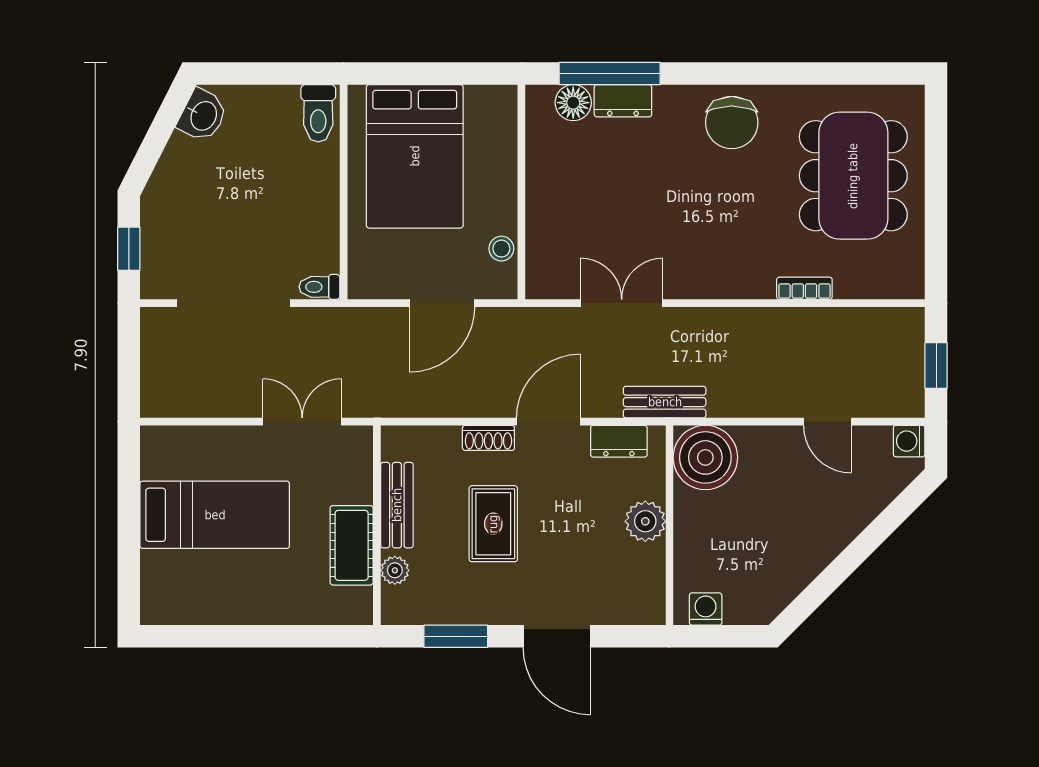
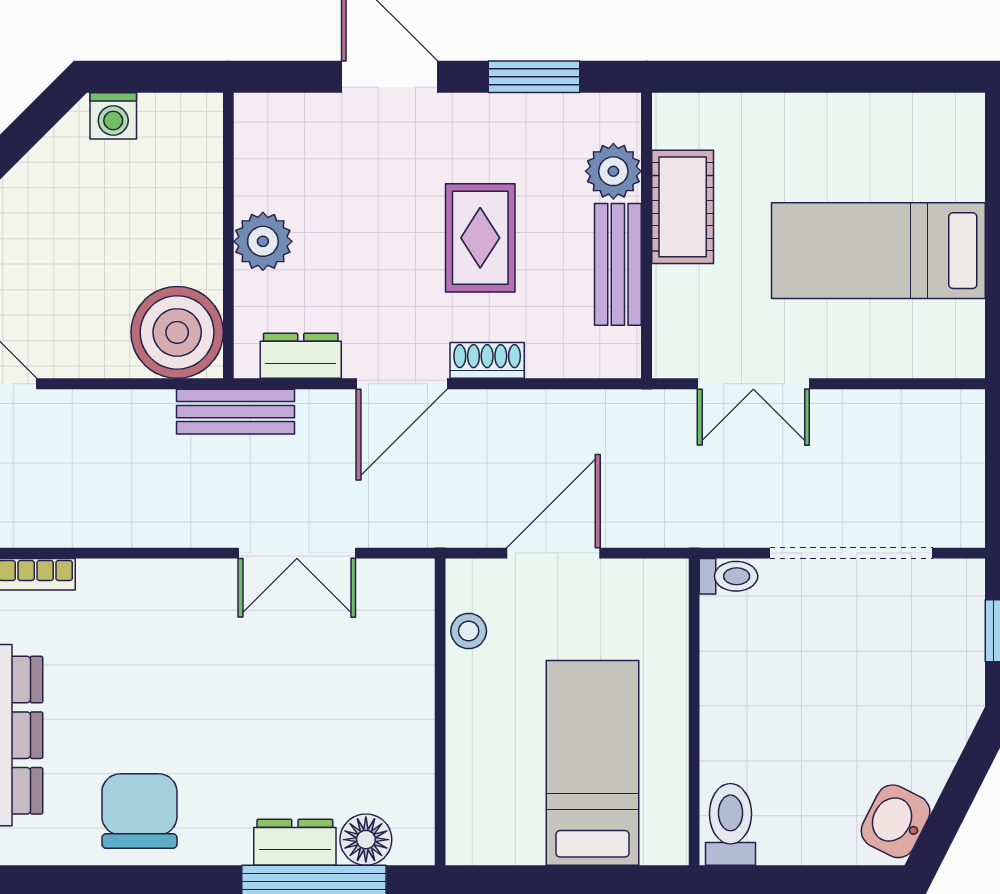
bed: (415, 156) -> (593, 763), width x0.67
plant: (395, 570) -> (613, 171), width x1.38, depth x1.38
washing machine: (706, 609) -> (113, 116), moved

